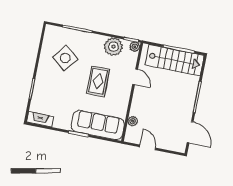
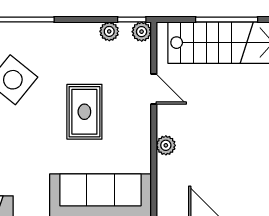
plant: (113, 47) -> (109, 31), width x0.53, depth x0.53
plant: (133, 121) -> (166, 145), moved

